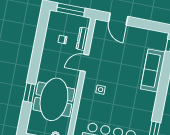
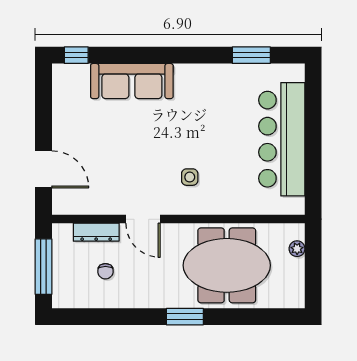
door: (118, 19) -> (43, 169), hinge flipped
window: (29, 93) -> (185, 317), moved

